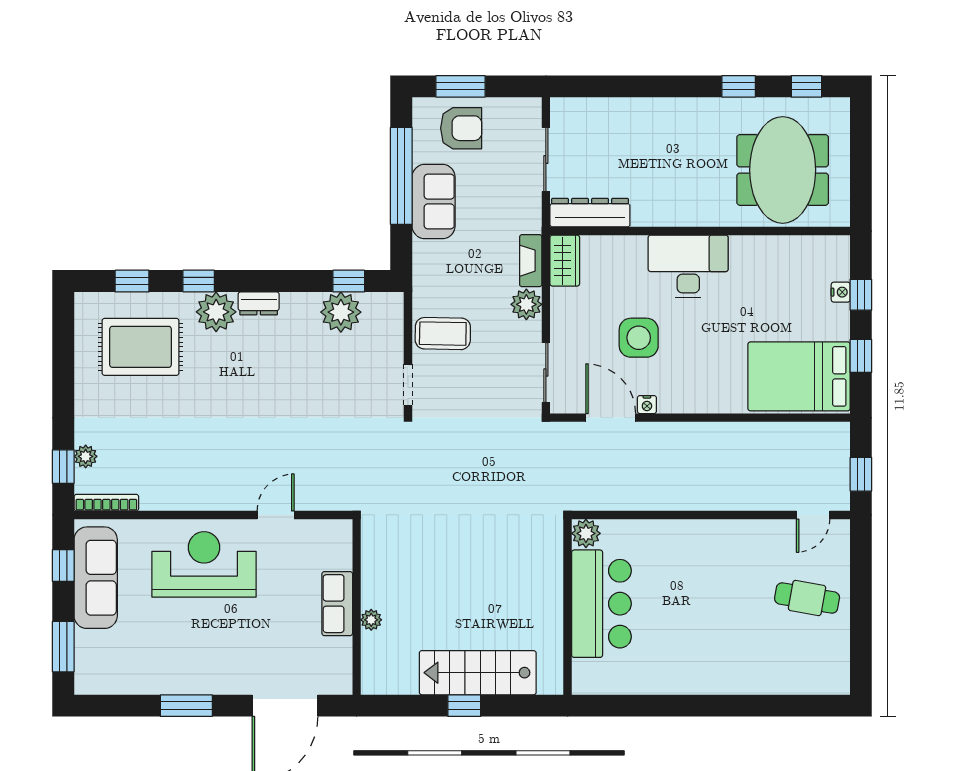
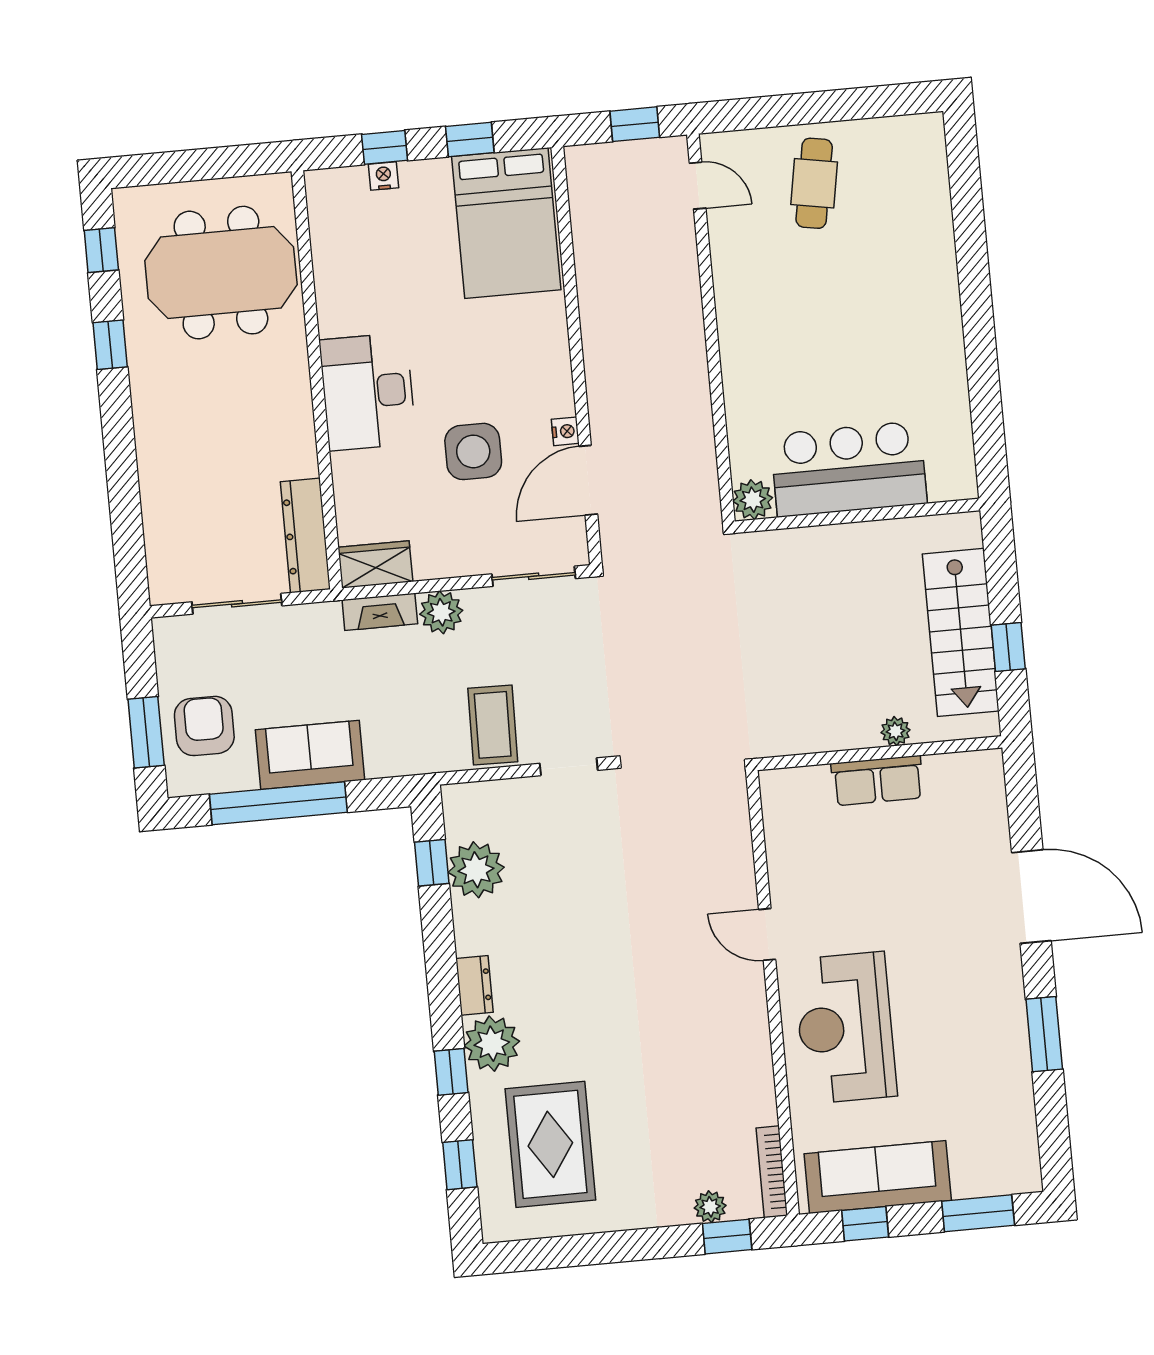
row of seats: (337, 604) -> (877, 781), moved
wall: (357, 607) -> (879, 753), moved
plant: (371, 620) -> (896, 731), moved

